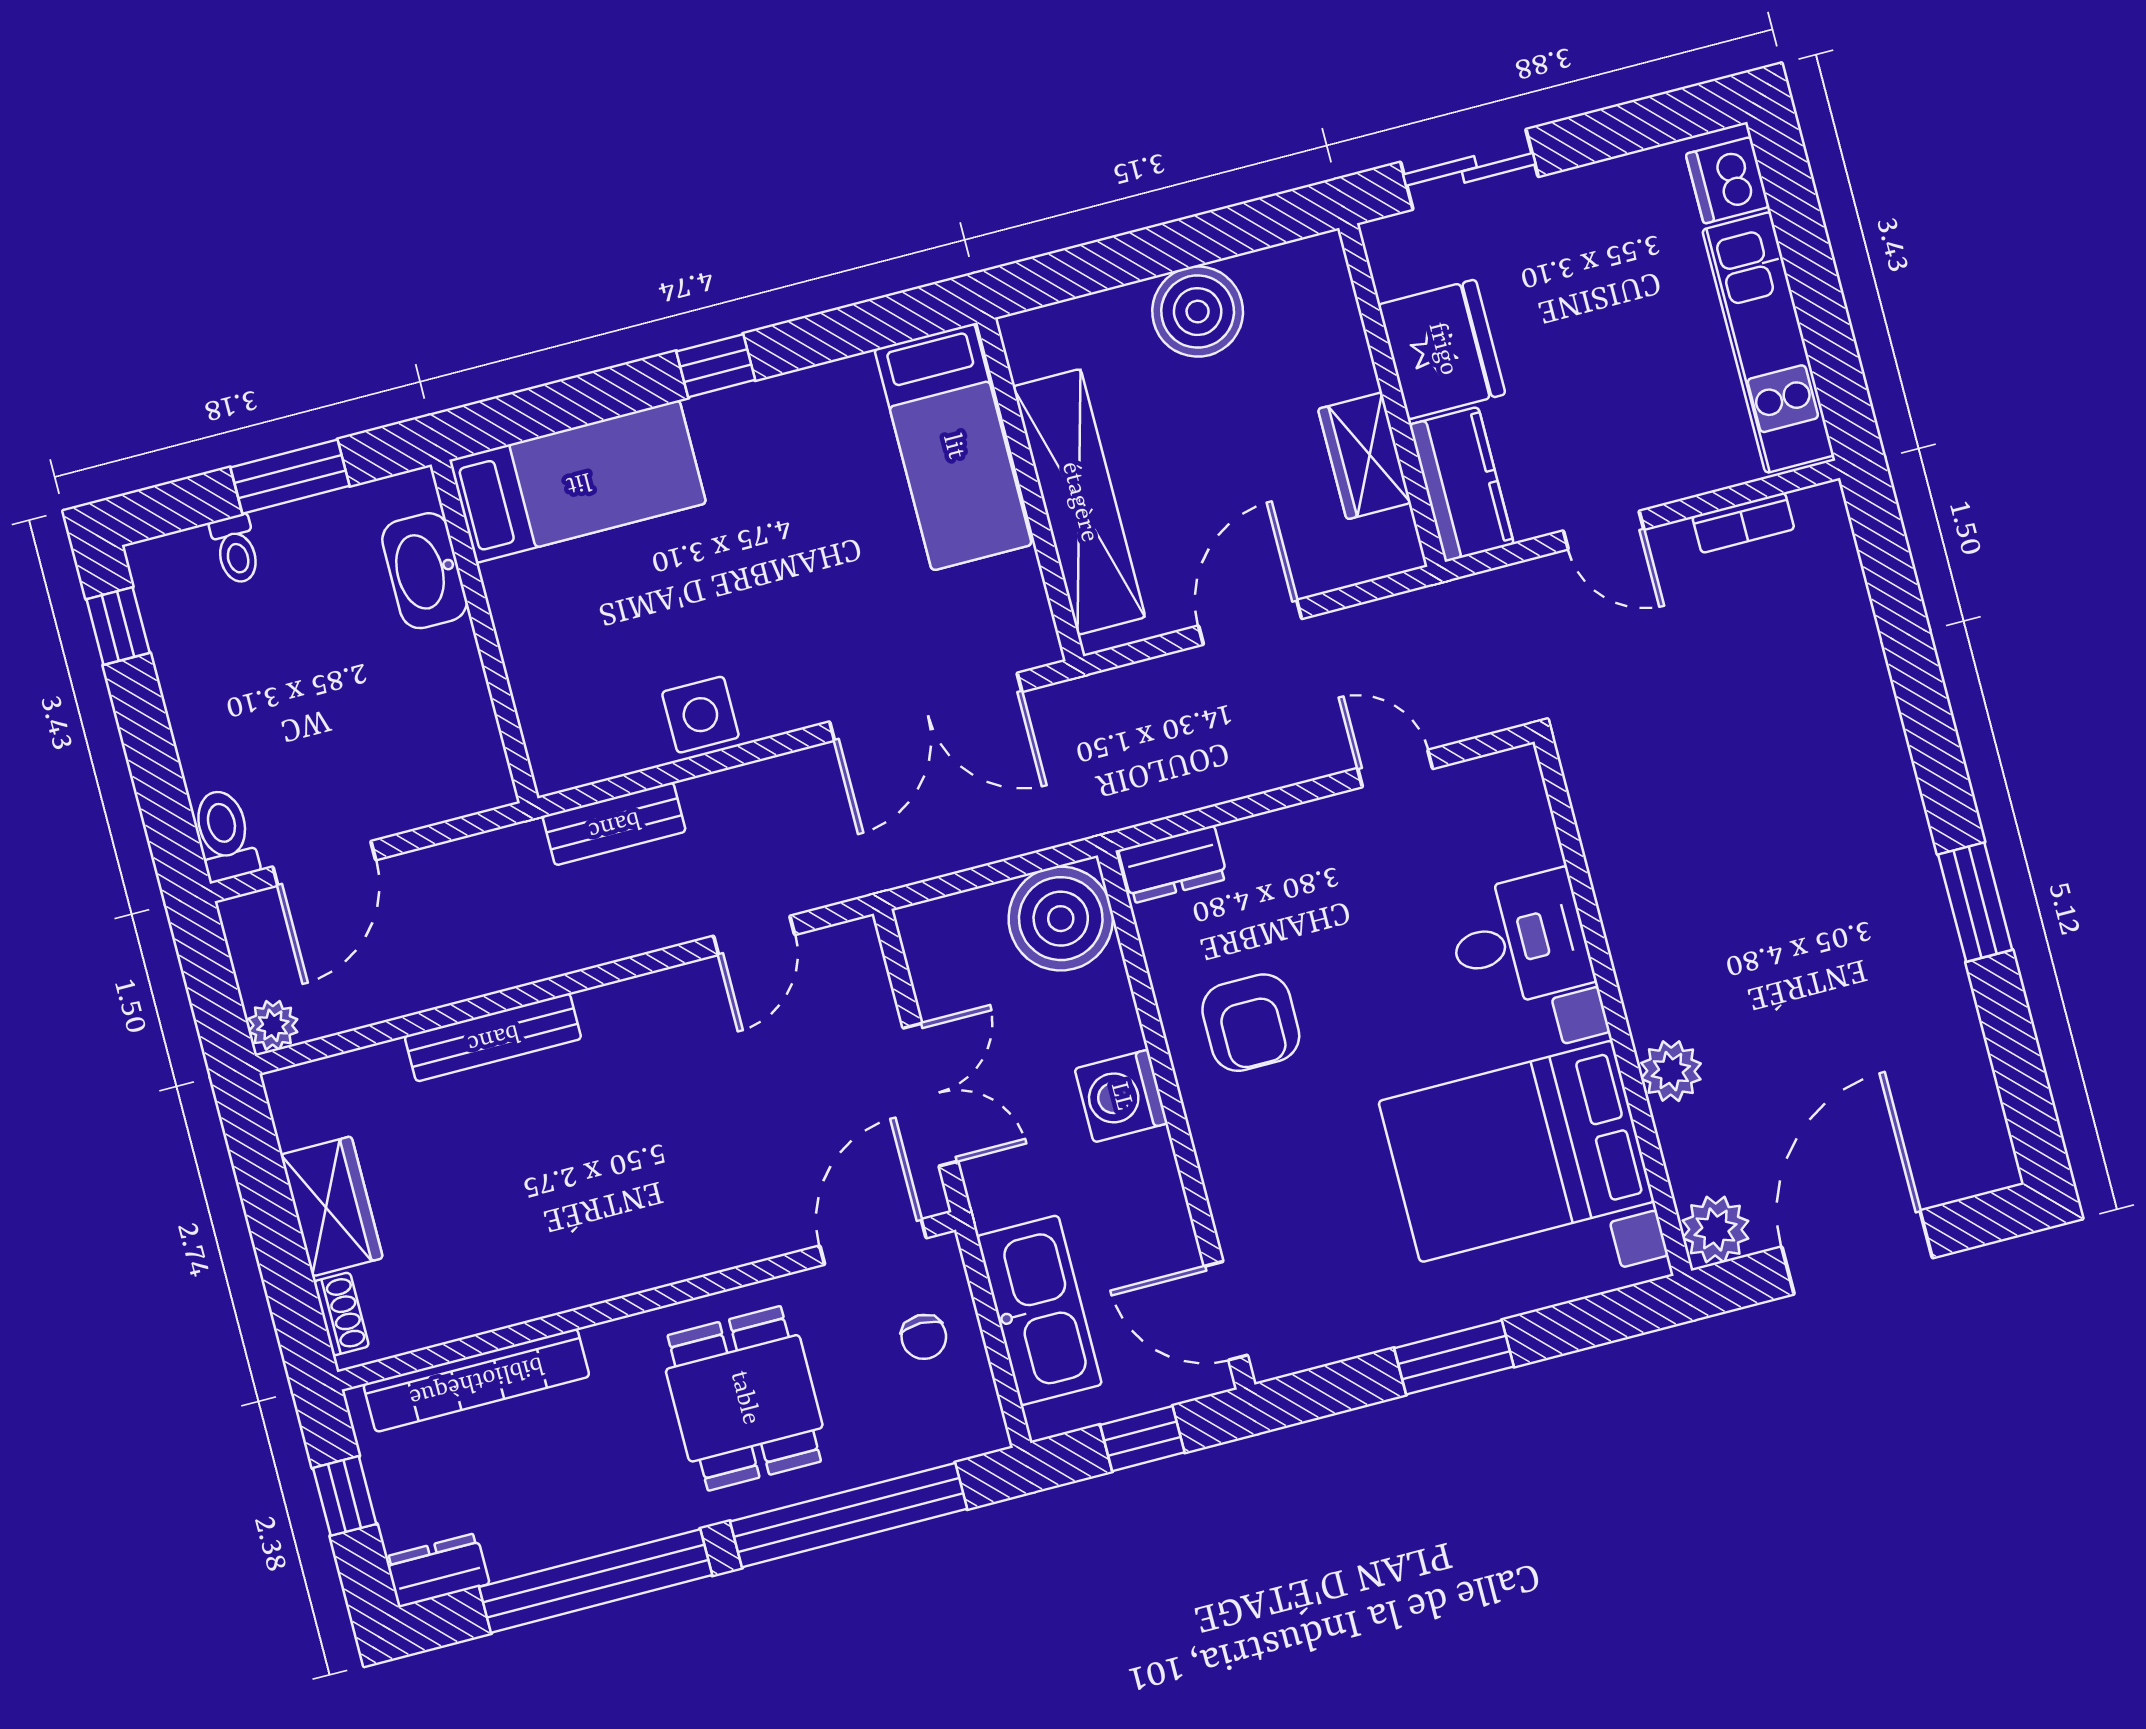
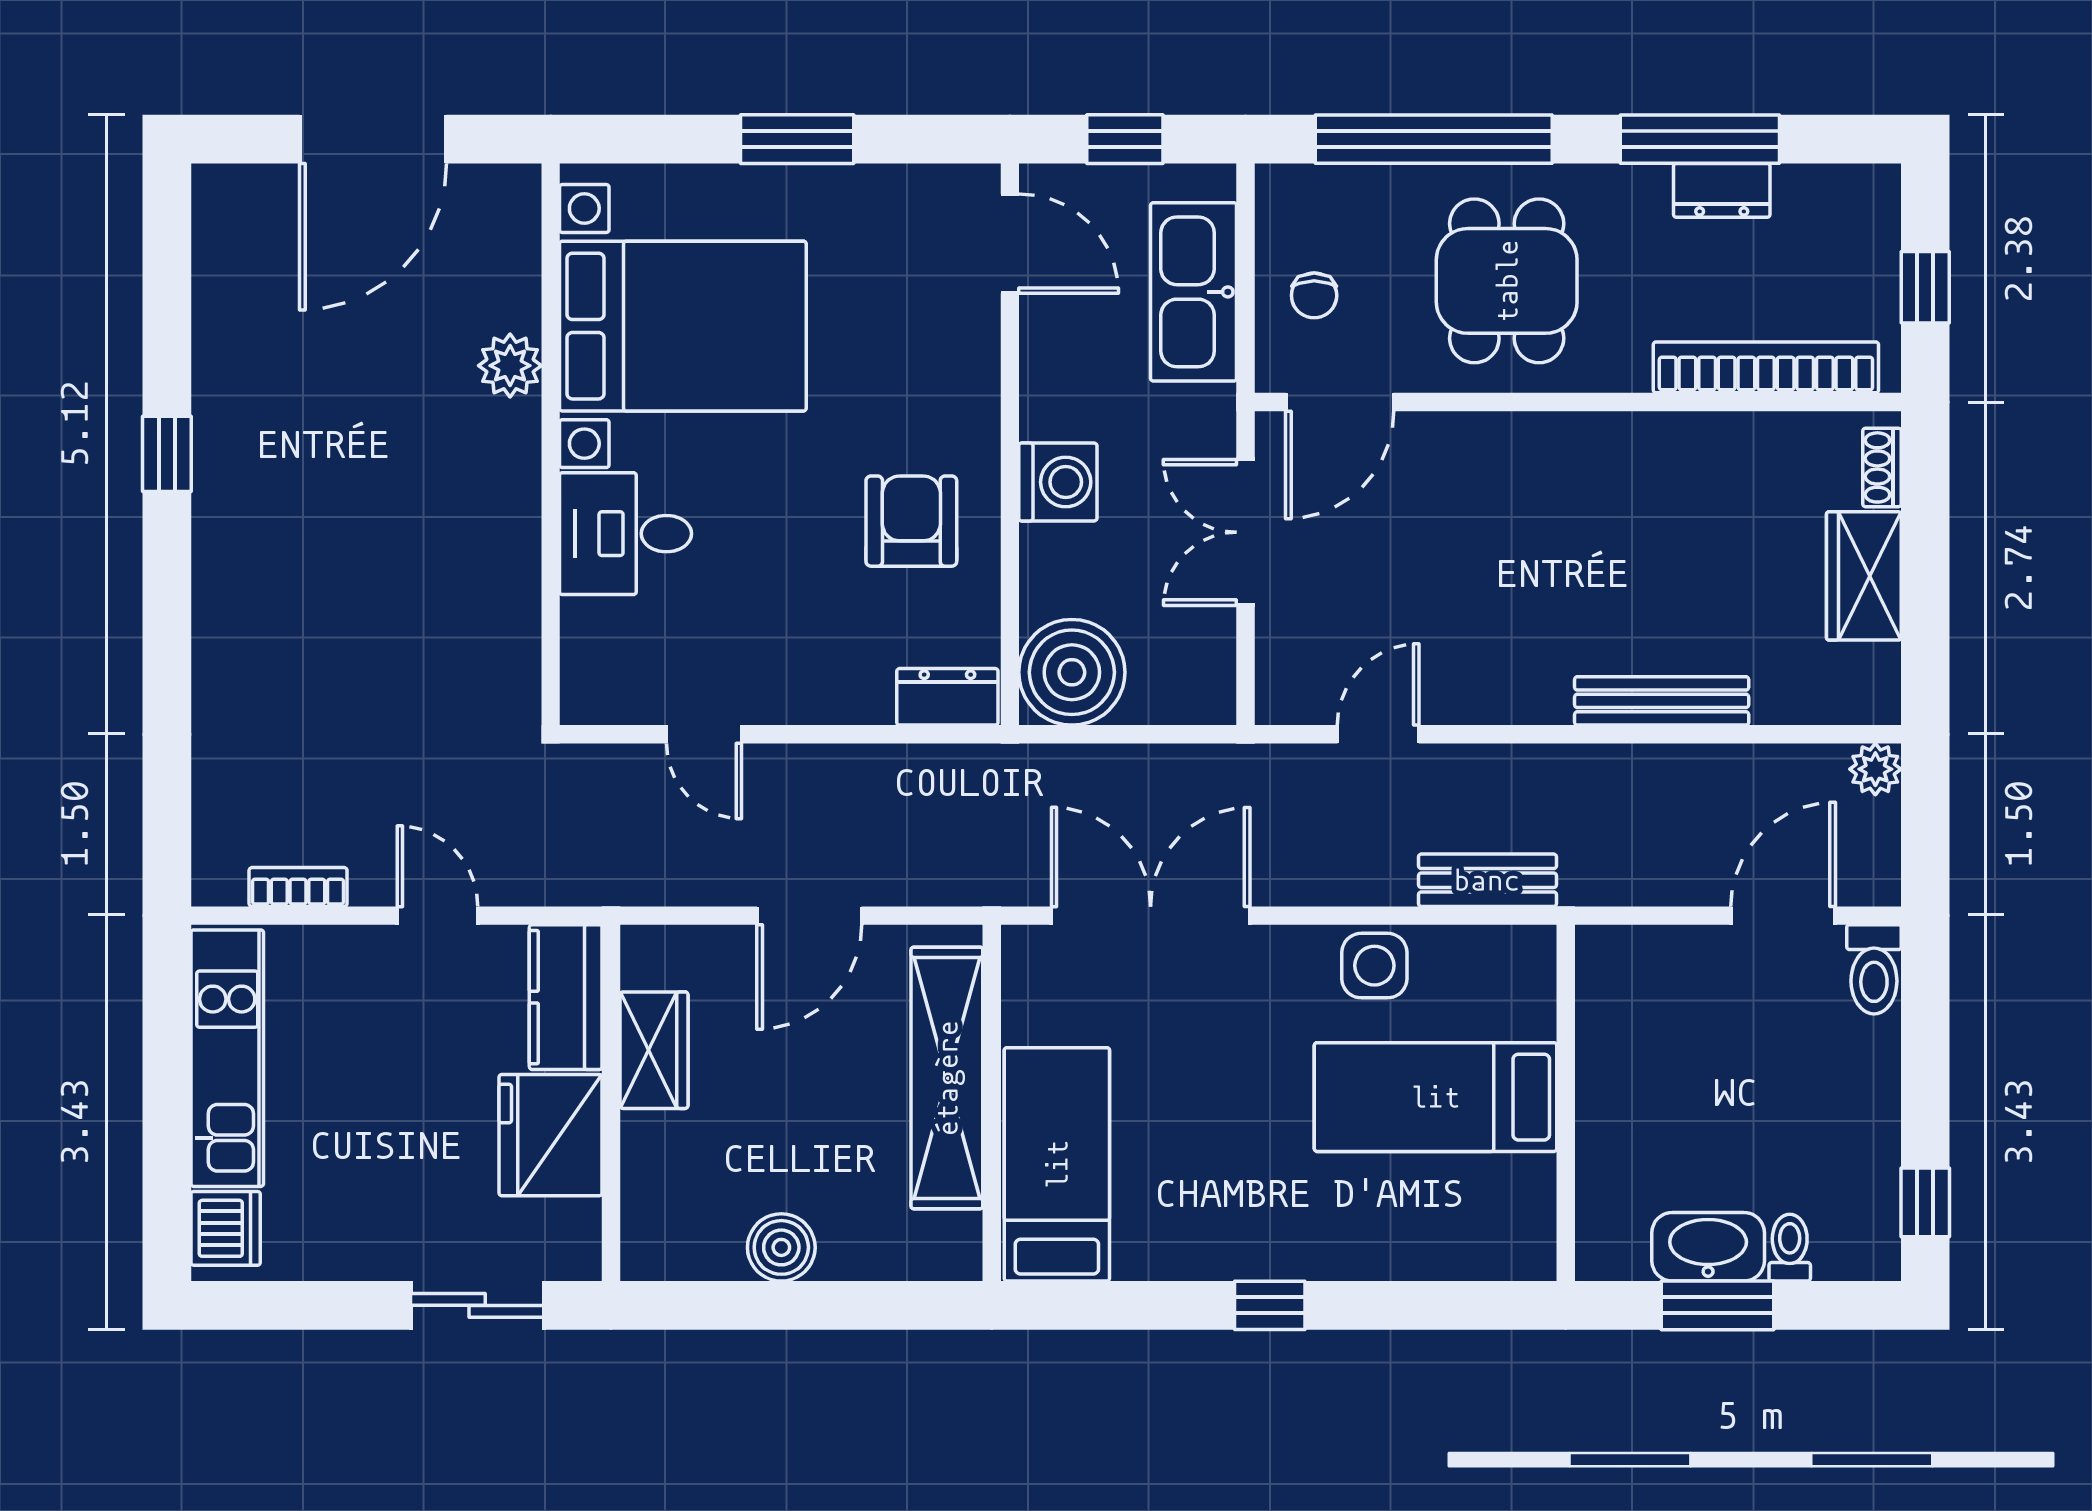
boiler: (1198, 312) -> (781, 1247), width x0.73, depth x0.73
bed: (578, 482) -> (1436, 1097), moved
washbasin: (425, 571) -> (1708, 1247), moved, turned -90
window: (1975, 902) -> (167, 454), width x0.67
plant: (1715, 1230) -> (507, 198), removed
chair: (924, 1337) -> (1314, 295), turned 180
dresser: (437, 1570) -> (1722, 190), moved
window: (596, 1581) -> (1700, 139), width x0.68

